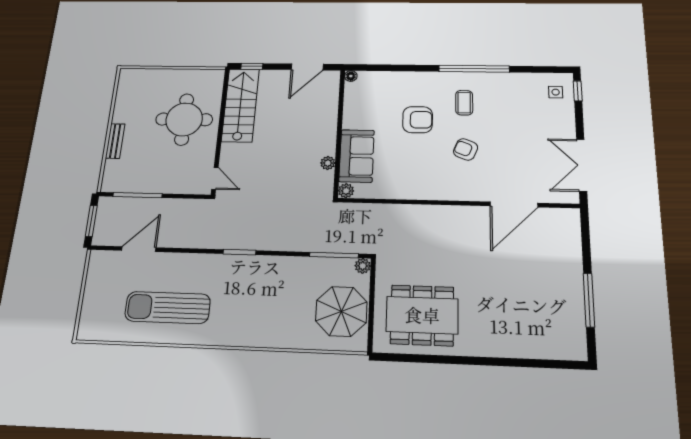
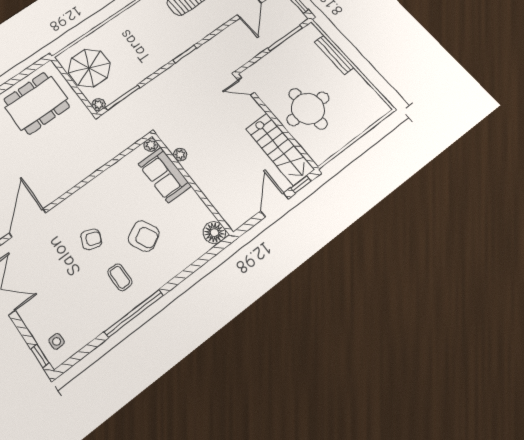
door: (307, 67) -> (275, 205), moved
floor lamp: (351, 76) -> (214, 233), width x1.89, depth x1.89
armchair: (418, 120) -> (144, 236), turned -117
bench: (115, 141) -> (334, 55), width x1.36

